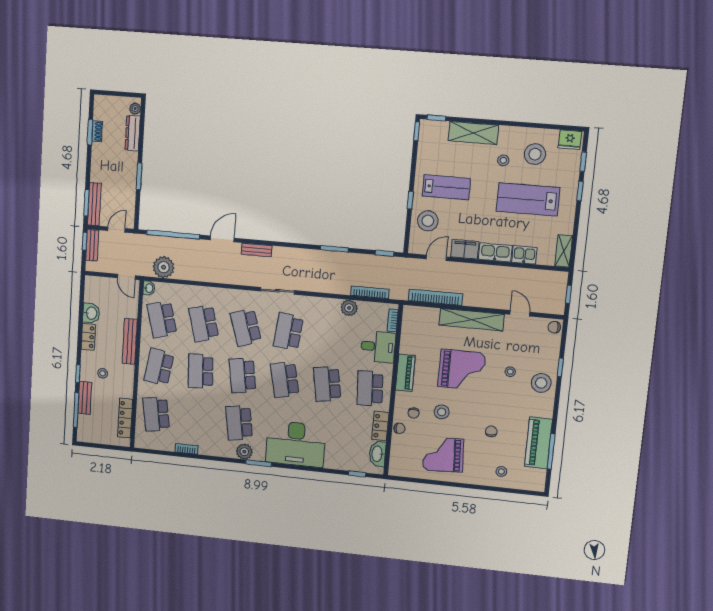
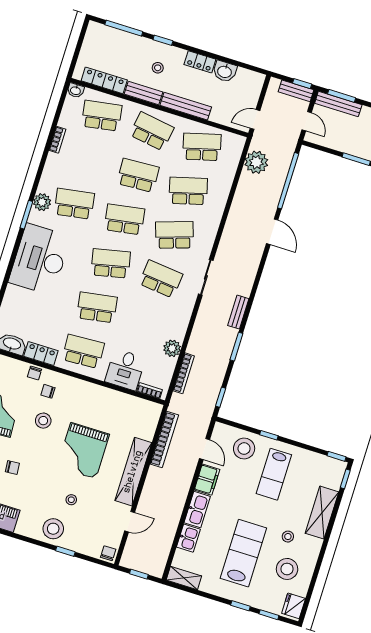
bench: (257, 250) -> (238, 312), moved
washbasin: (149, 288) -> (76, 90), moved
piano: (405, 373) -> (92, 392), removed
bench: (85, 398) -> (144, 93), moved

